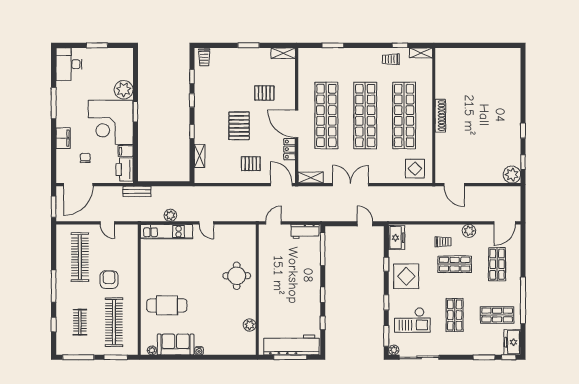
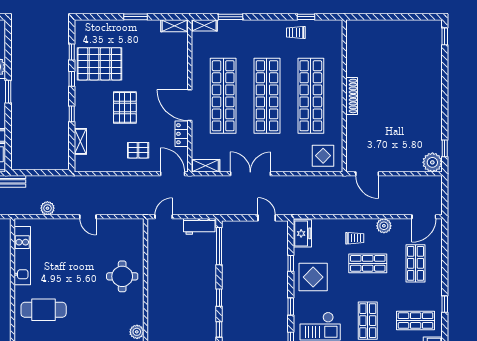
shelving: (421, 53) -> (204, 25), moved
trolley: (204, 57) -> (86, 30), removed
pallet: (264, 93) -> (100, 64), moved, width x2.05, depth x2.00
window: (523, 131) -> (445, 36), moved
kitchen unit: (167, 232) -> (22, 256), moved, turned -90
window: (523, 300) -> (445, 304), width x0.32

